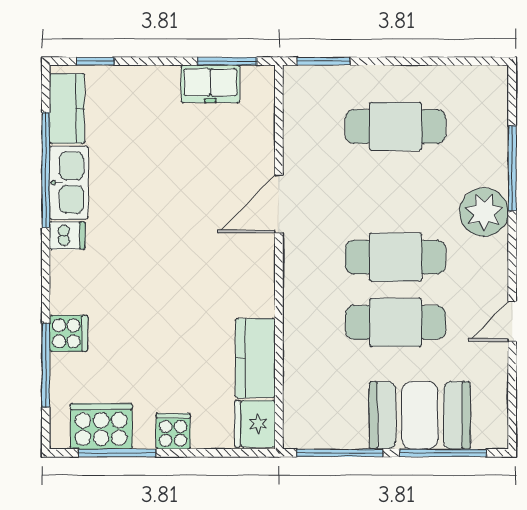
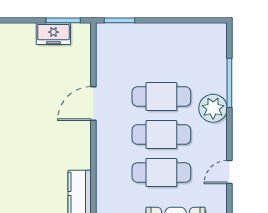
cafe table: (395, 126) -> (161, 96), moved

